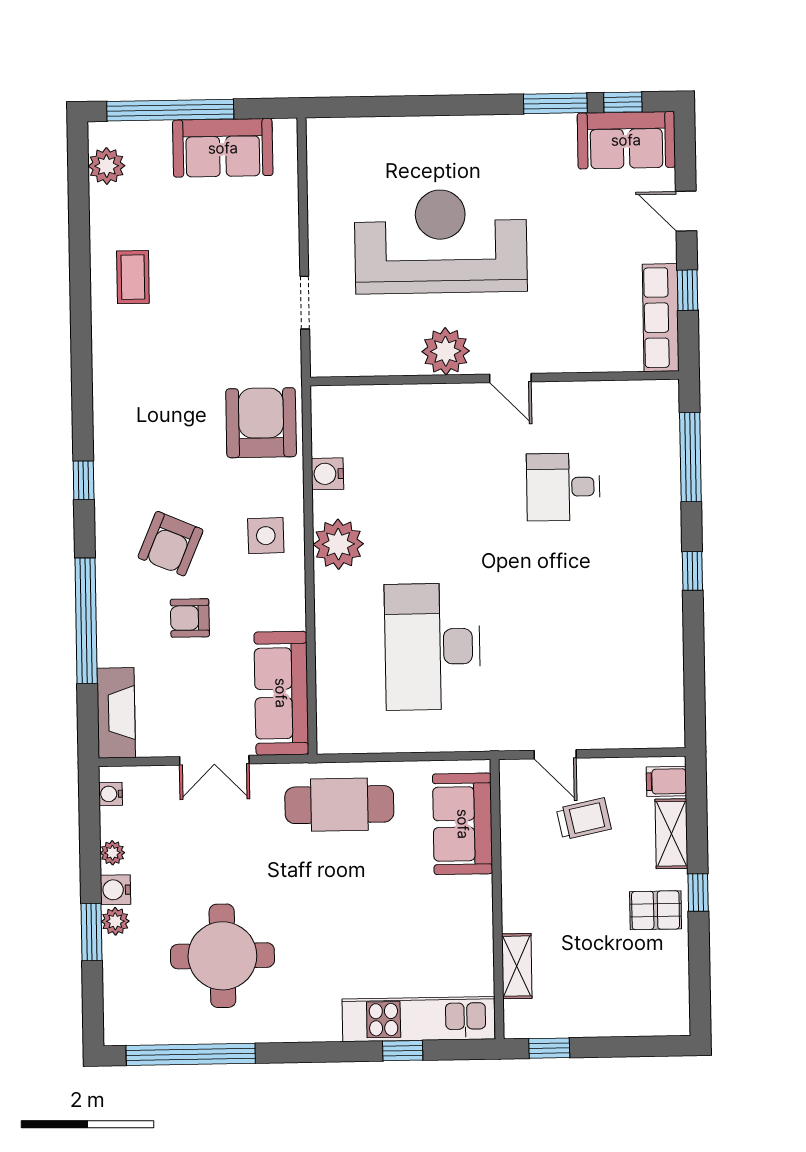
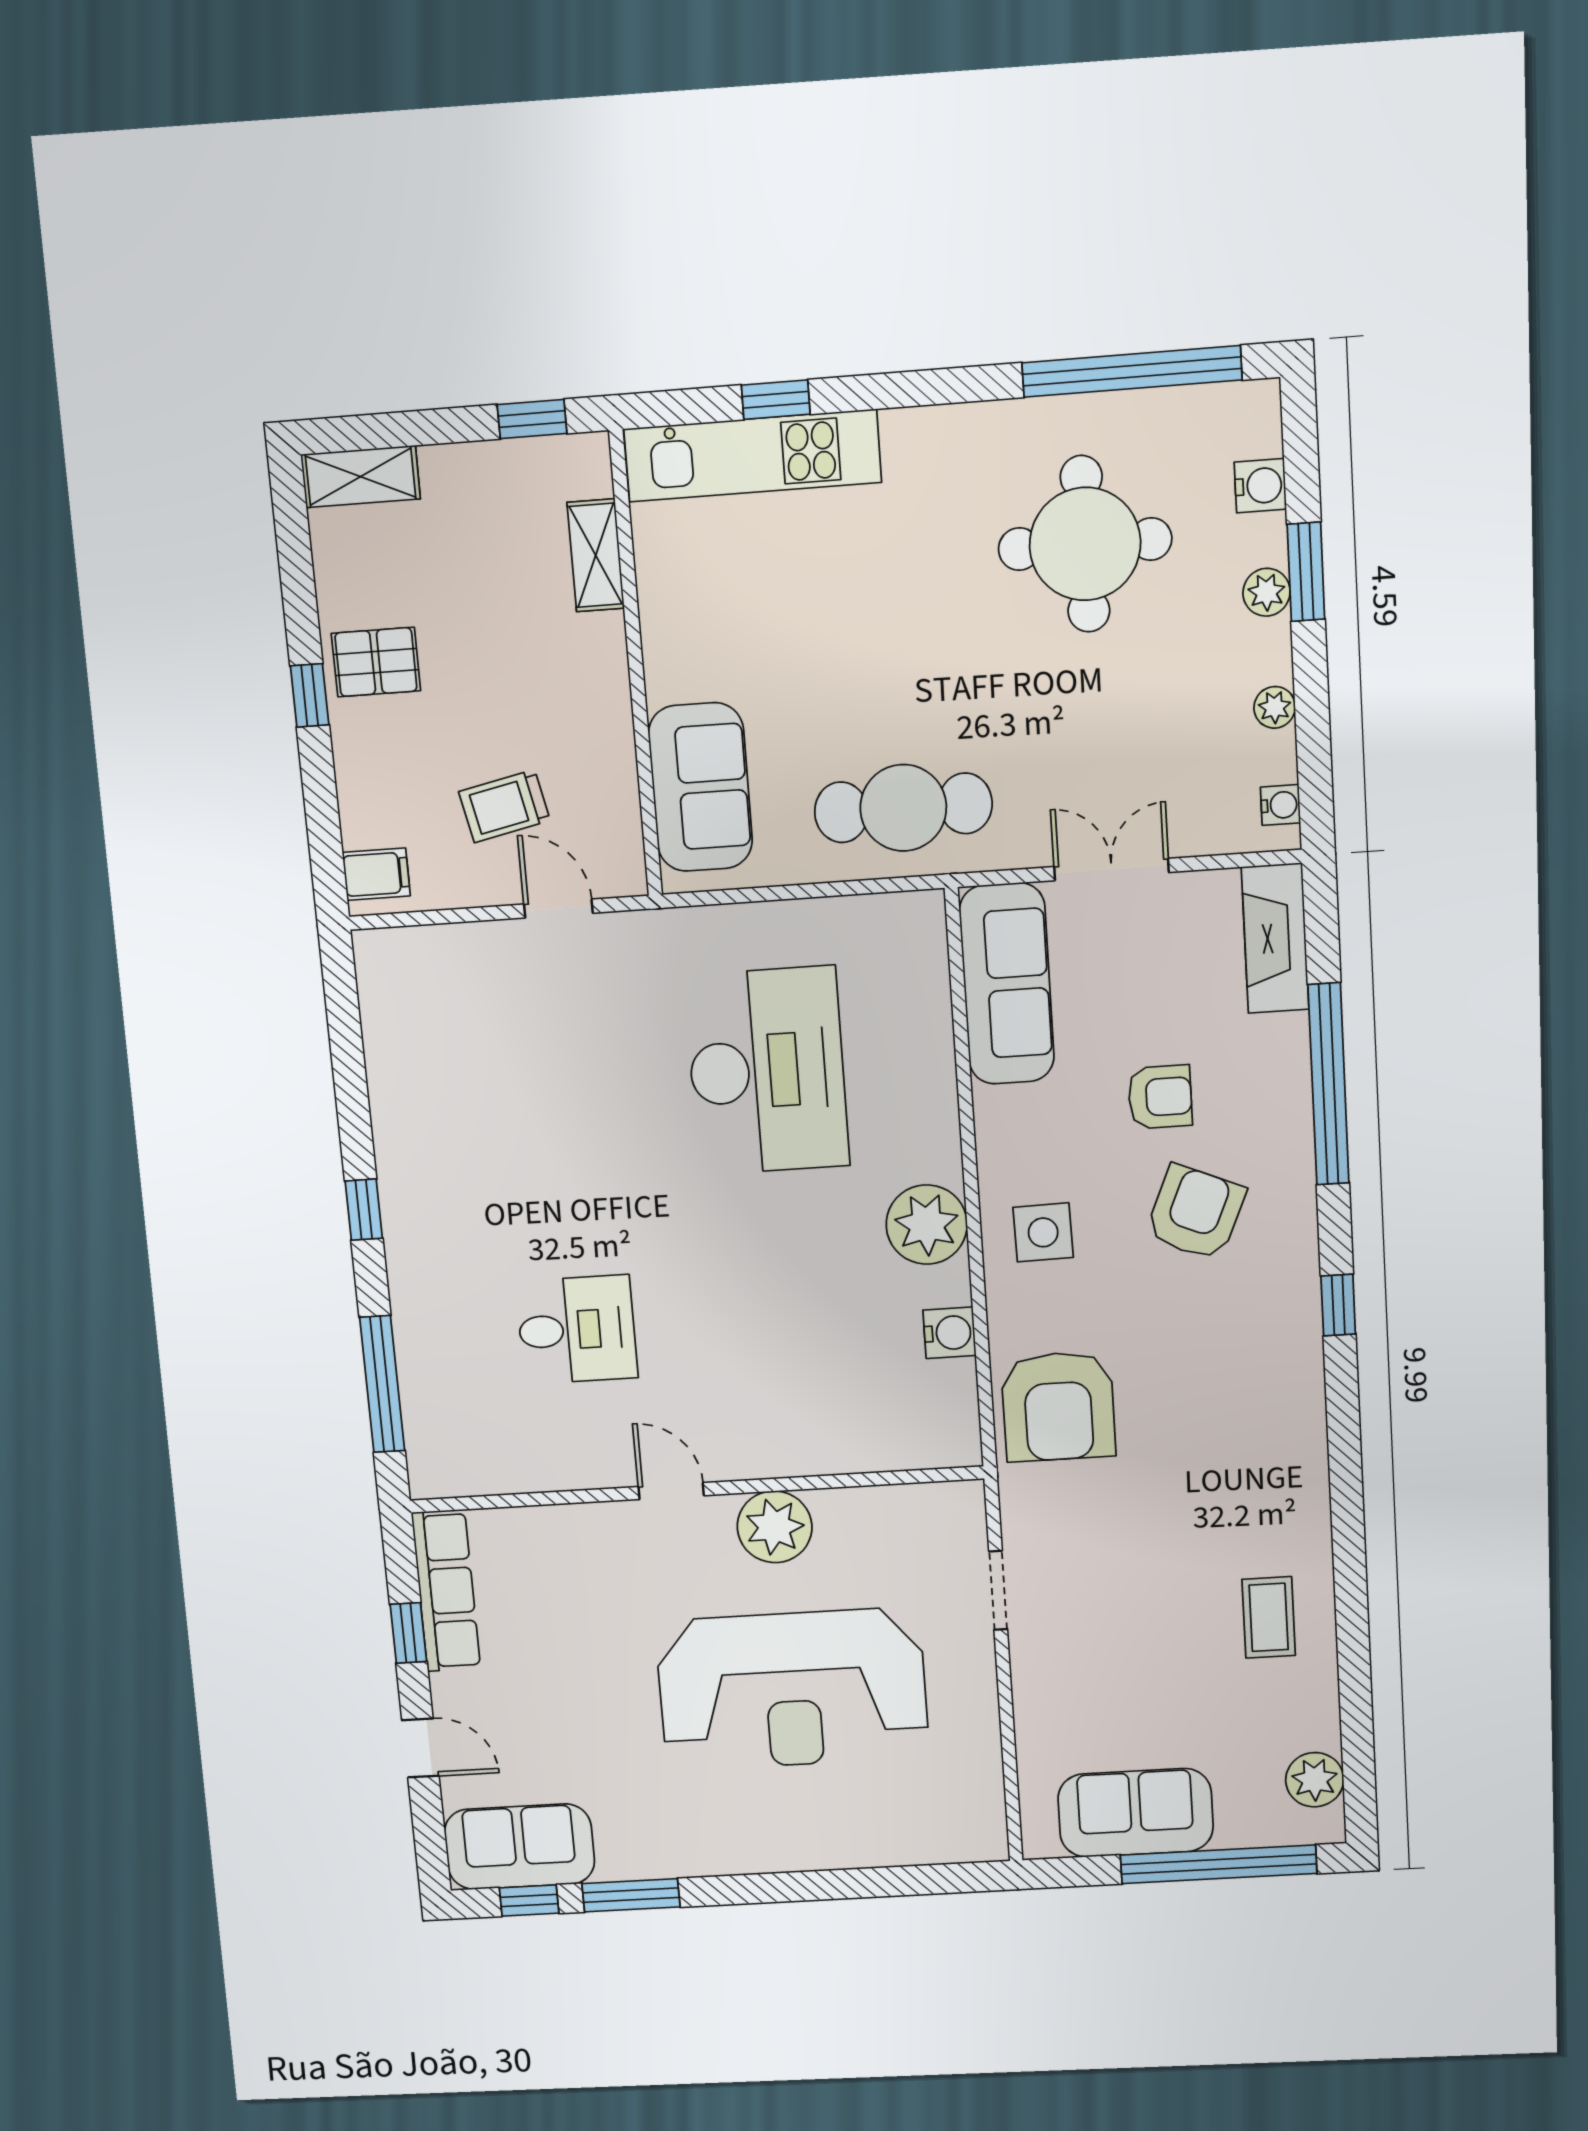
shelving: (671, 834) -> (361, 477), moved, turned 90
water cooler: (115, 890) -> (1260, 486), moved

